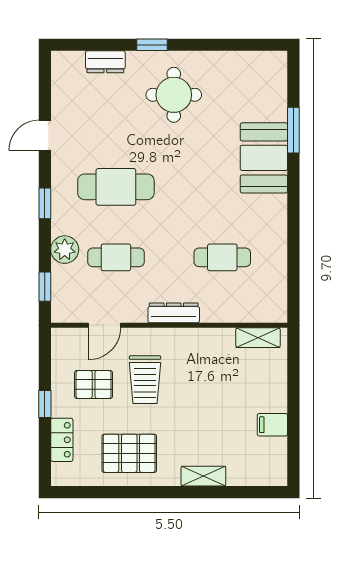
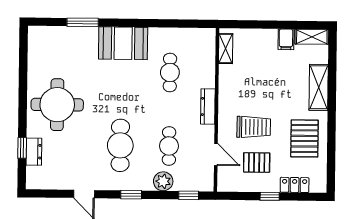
window: (152, 45) -> (22, 148), moved
round table: (174, 95) -> (57, 105), width x1.36, depth x1.36
booth: (264, 158) -> (123, 43), moved
pallet: (94, 384) -> (257, 163), turned 90
shelving: (277, 462) -> (312, 37), added
shelving: (203, 476) -> (319, 87), width x1.50, depth x1.33

